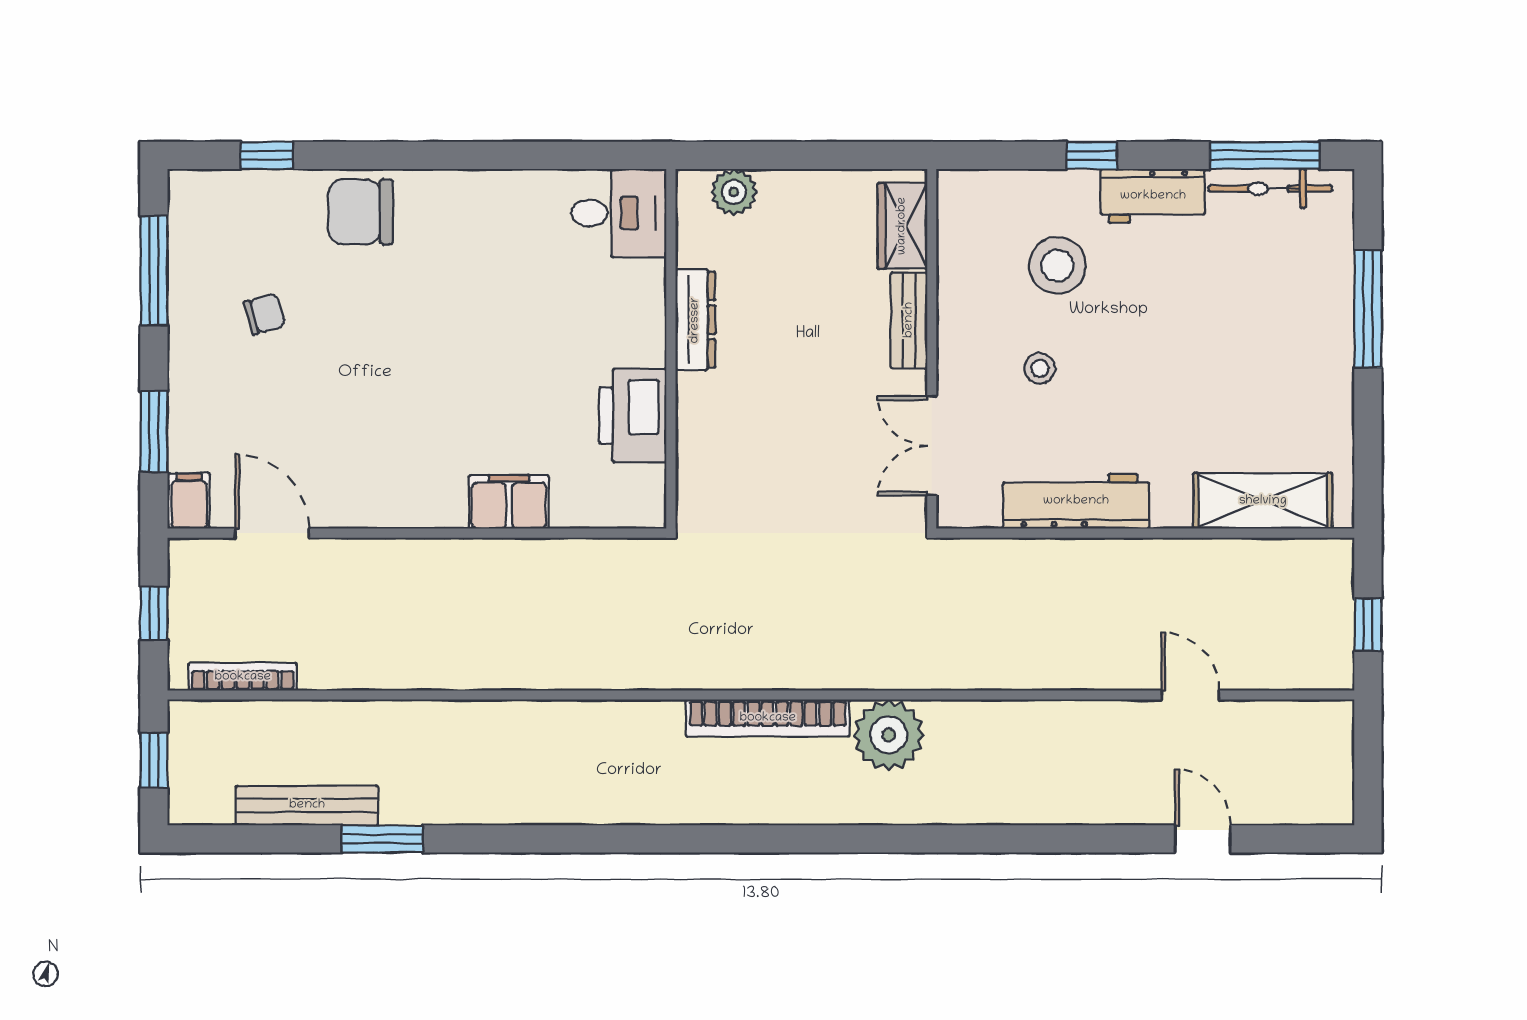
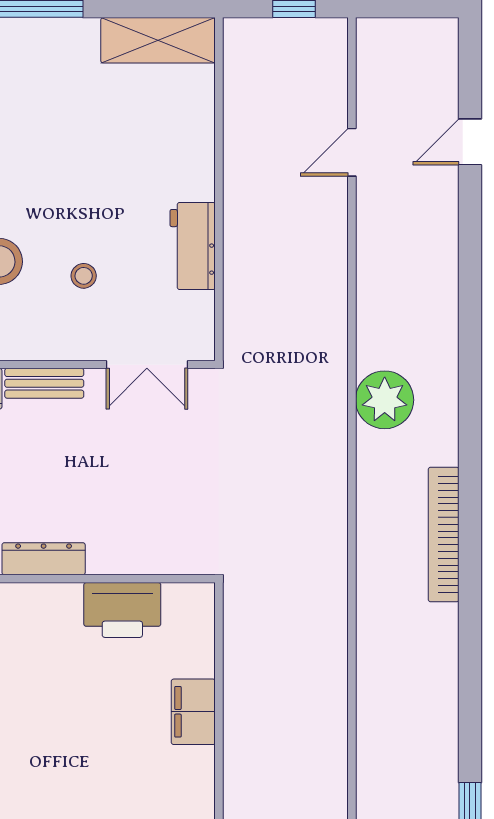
workbench: (1076, 501) -> (193, 246), width x0.73
shelving: (1263, 501) -> (158, 40), moved, turned 90
bookcase: (768, 718) -> (444, 534), moved, turned 180

